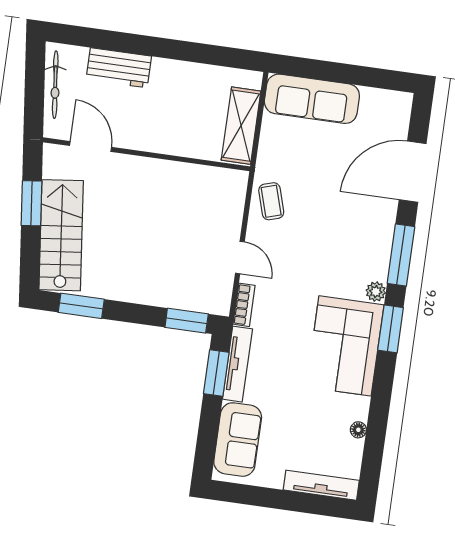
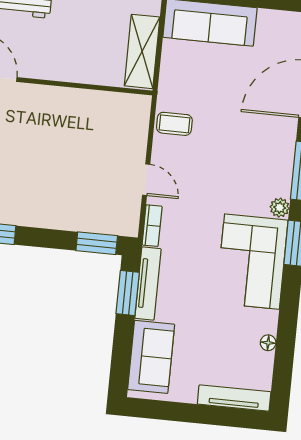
coffee table: (271, 201) -> (174, 124), turned -73

